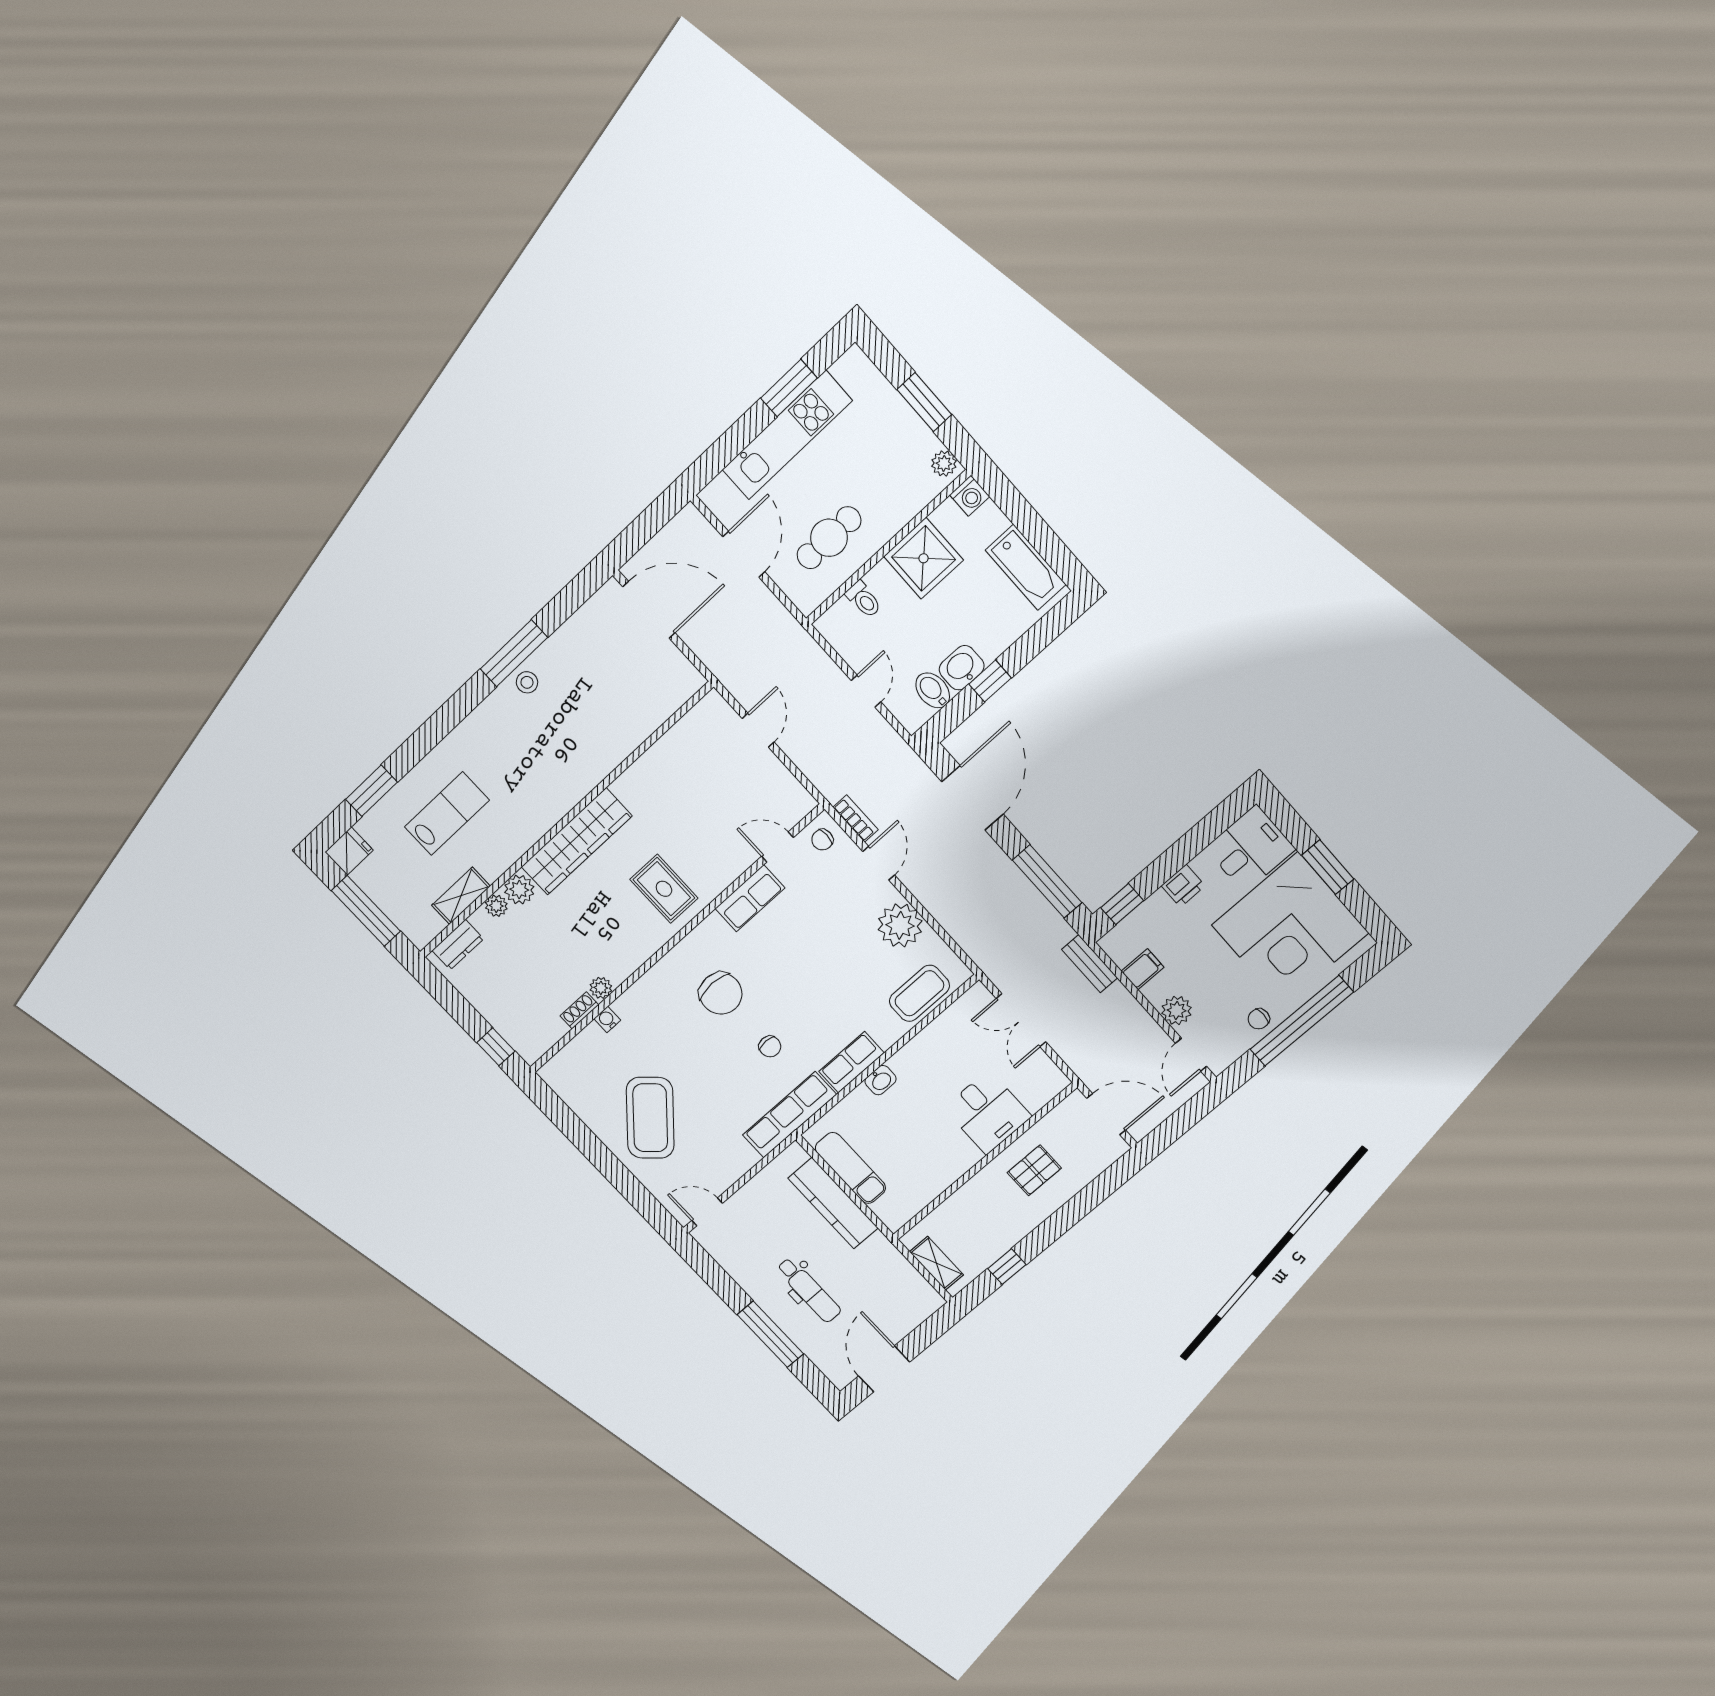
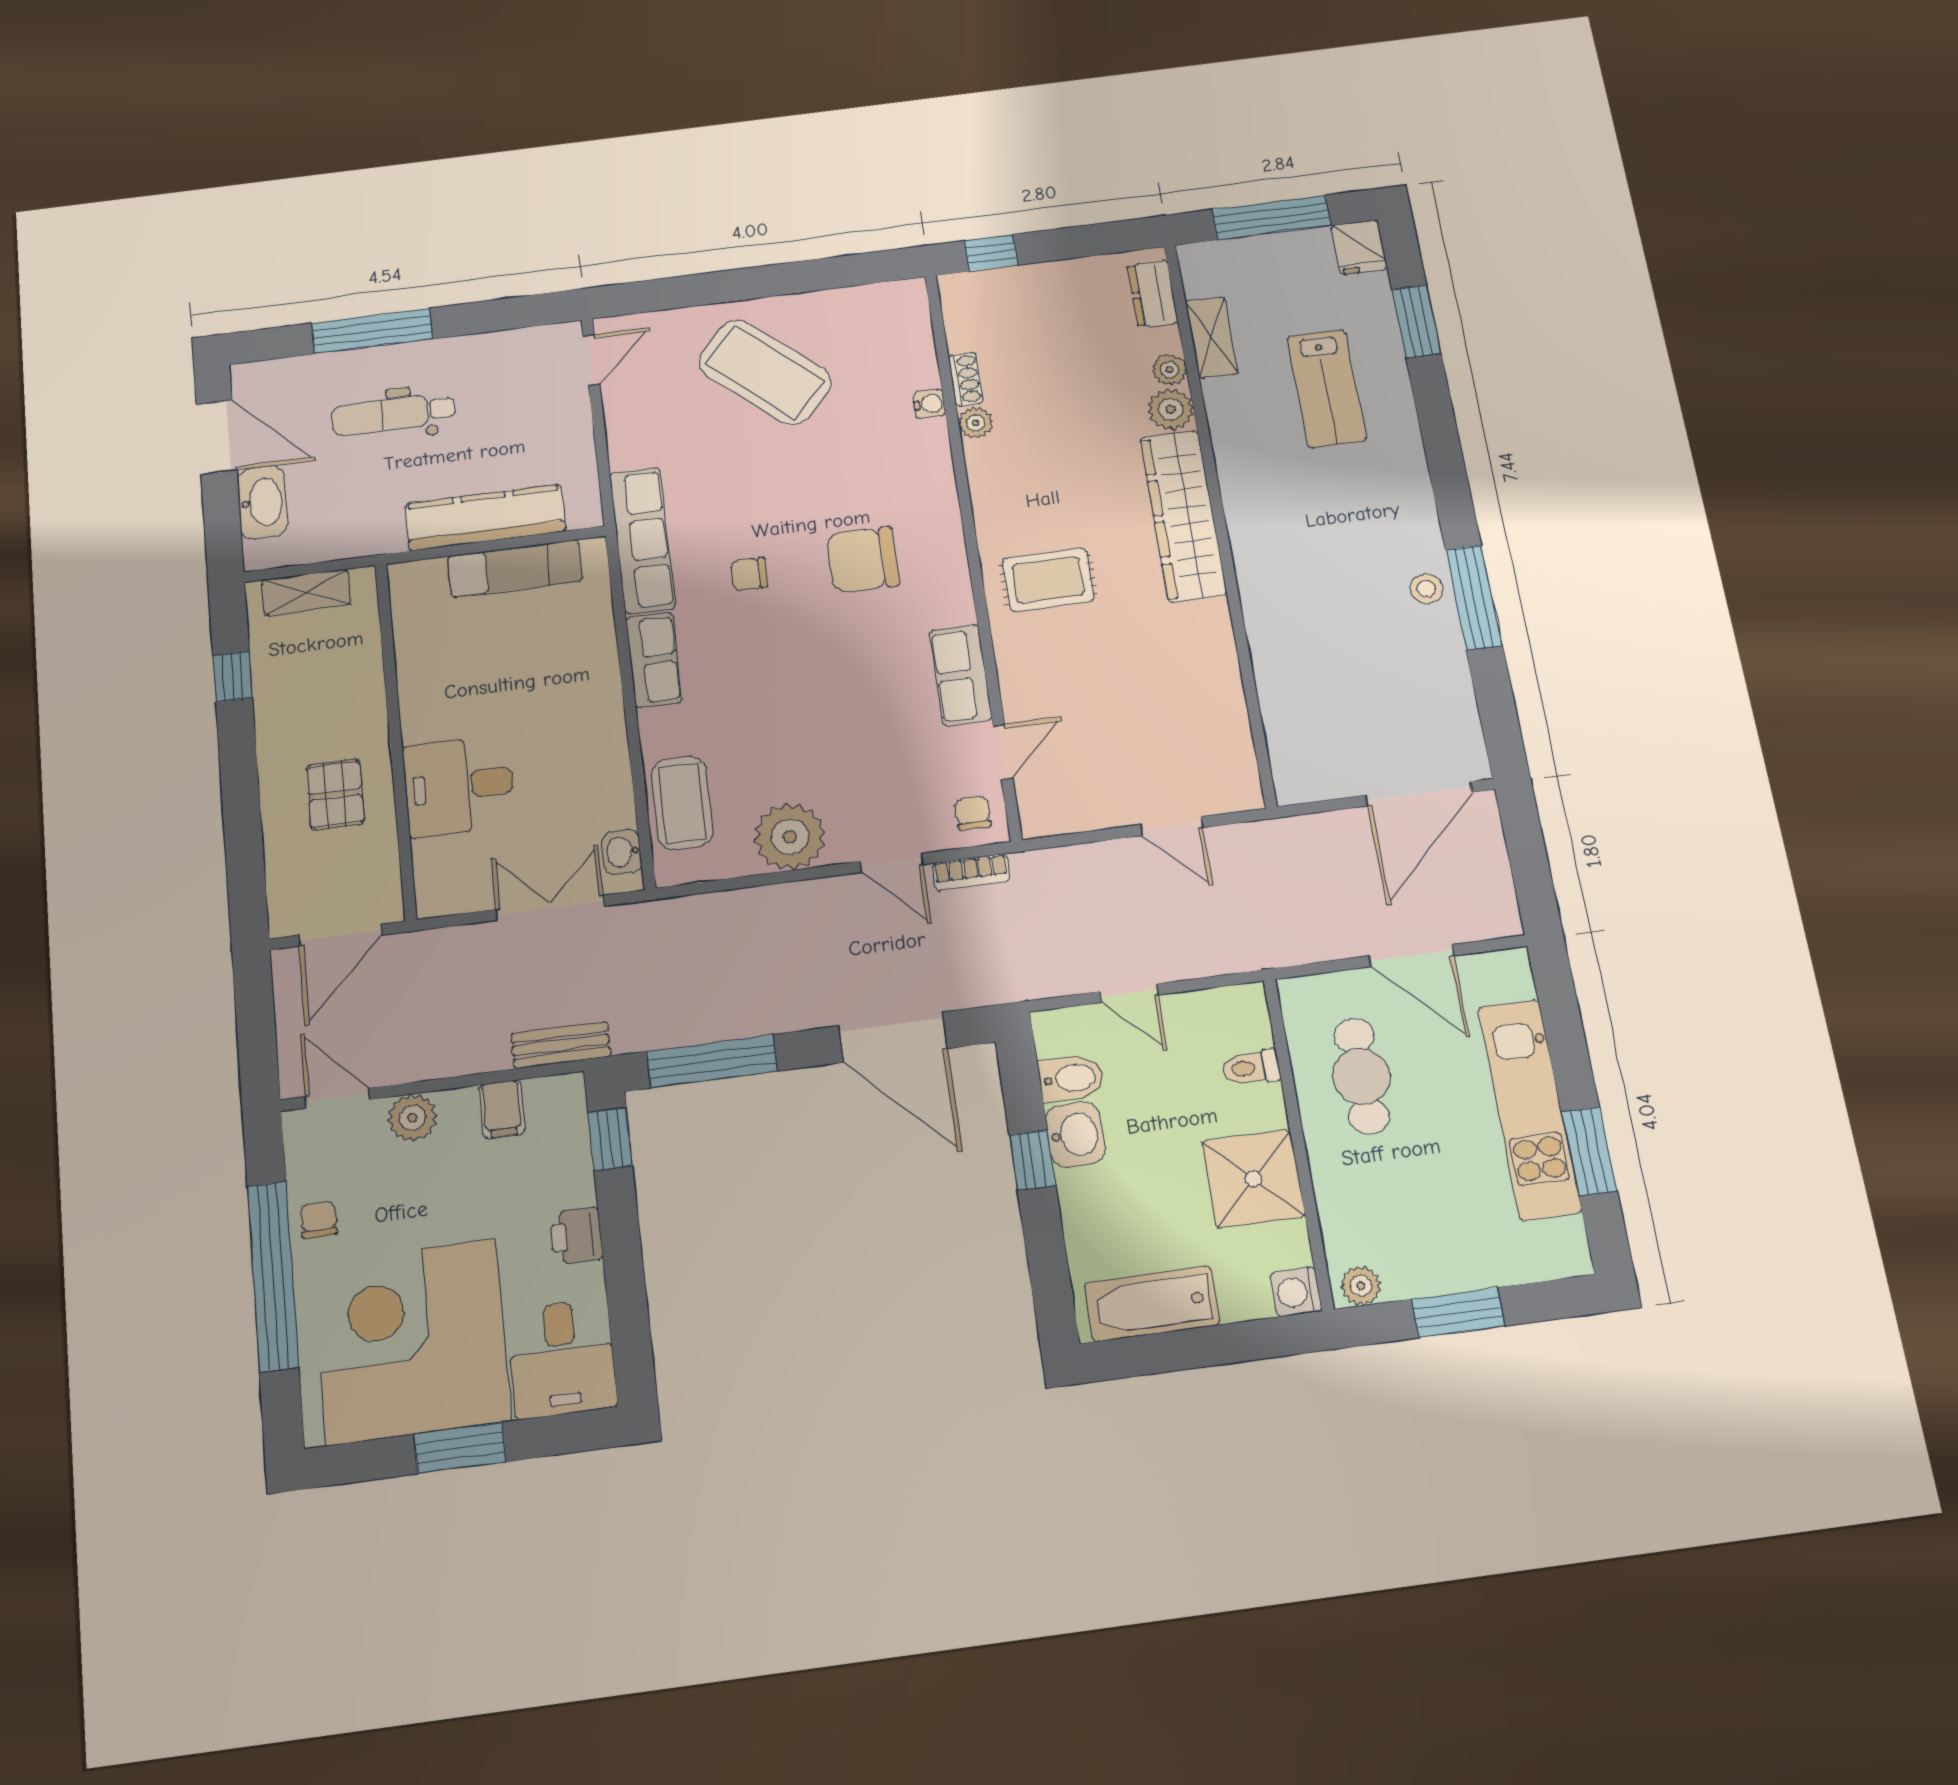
washbasin: (881, 1080) -> (622, 852), moved
washbasin: (903, 1320) -> (262, 502), added

